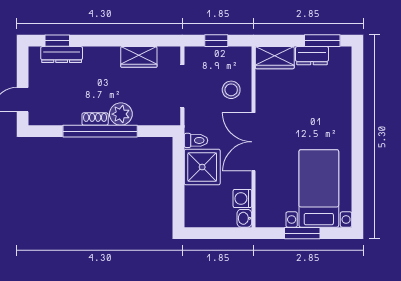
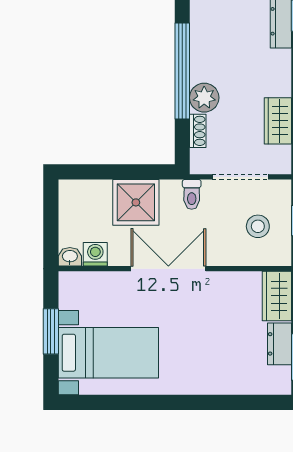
stool: (231, 90) -> (258, 226), moved
shoe rack: (95, 119) -> (198, 131), moved
toilet: (196, 140) -> (192, 194), moved

